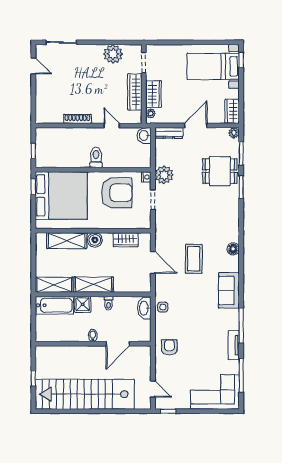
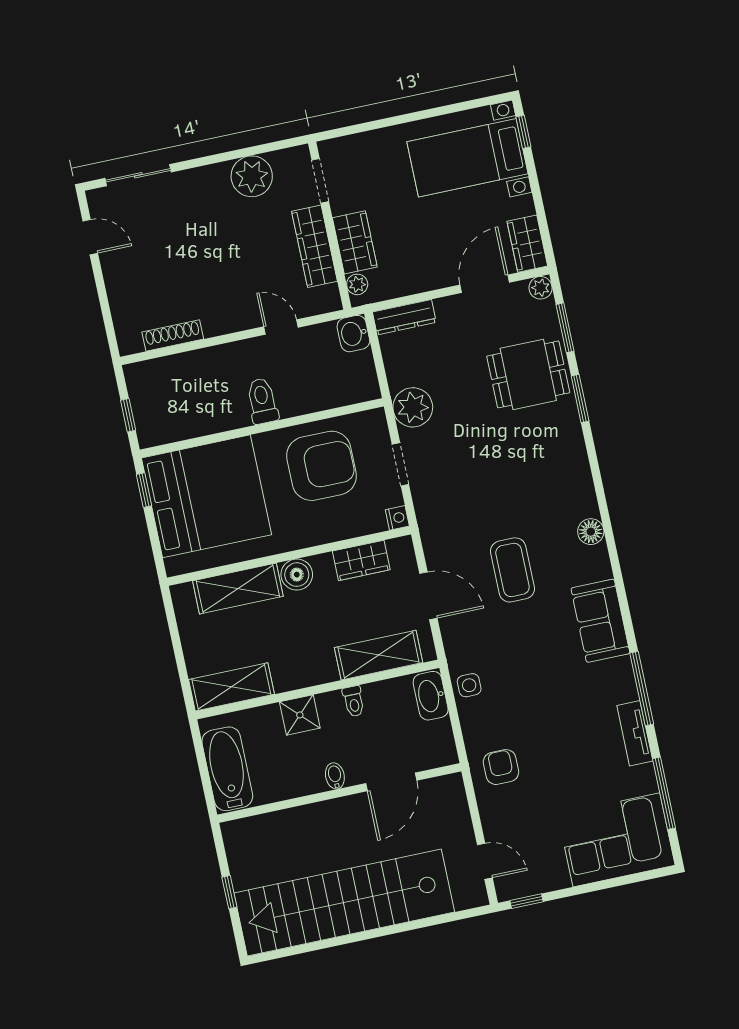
shoe rack: (77, 119) -> (173, 336), moved
door: (196, 126) -> (485, 284), moved
nightstand: (146, 177) -> (397, 518), moved
shelving: (93, 285) -> (379, 655), moved
bathtub: (54, 305) -> (227, 769), moved, turned -90

